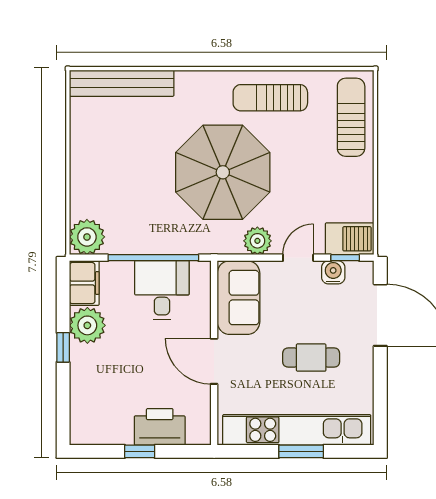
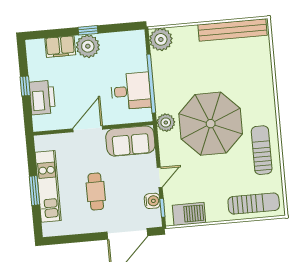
bench: (122, 83) -> (232, 30), moved, turned 90
barbecue: (350, 239) -> (189, 214), moved, turned -90
plant: (257, 241) -> (166, 123), moved
door: (298, 258) -> (160, 177), hinge flipped
filing cabinet: (84, 283) -> (60, 47), moved
plant: (87, 325) -> (88, 46), moved
kitchen unit: (297, 430) -> (48, 186), width x0.73

